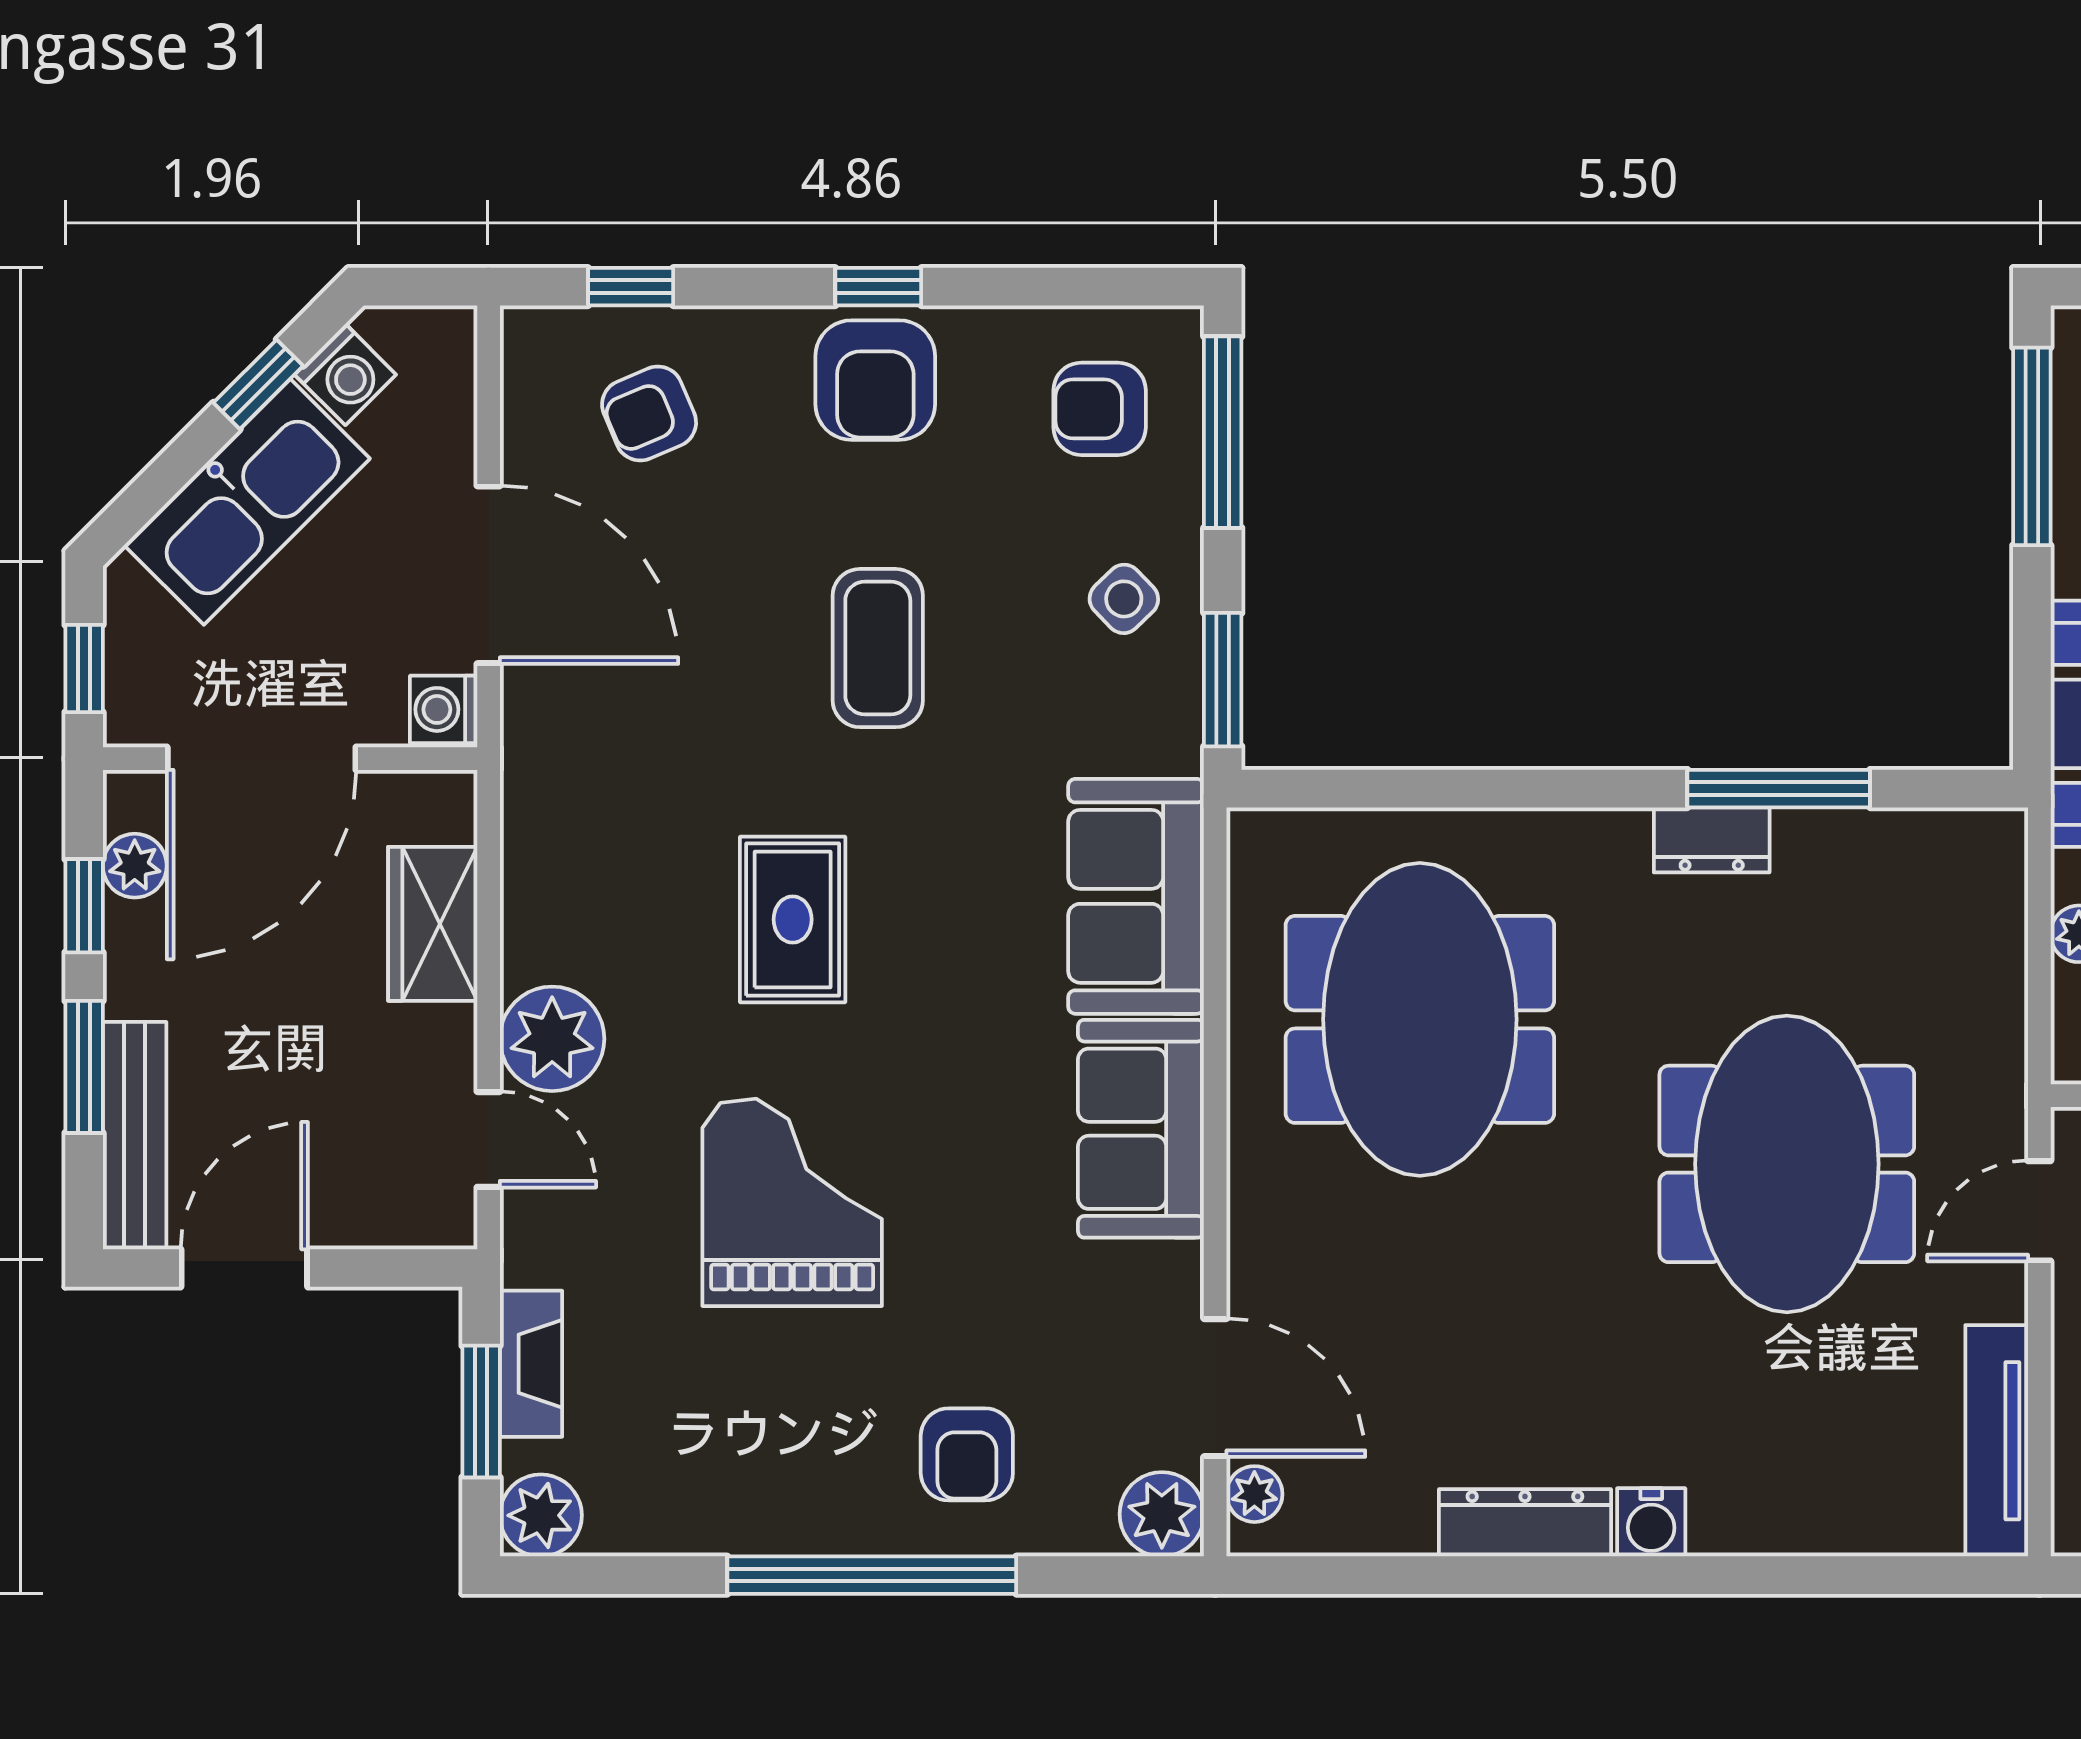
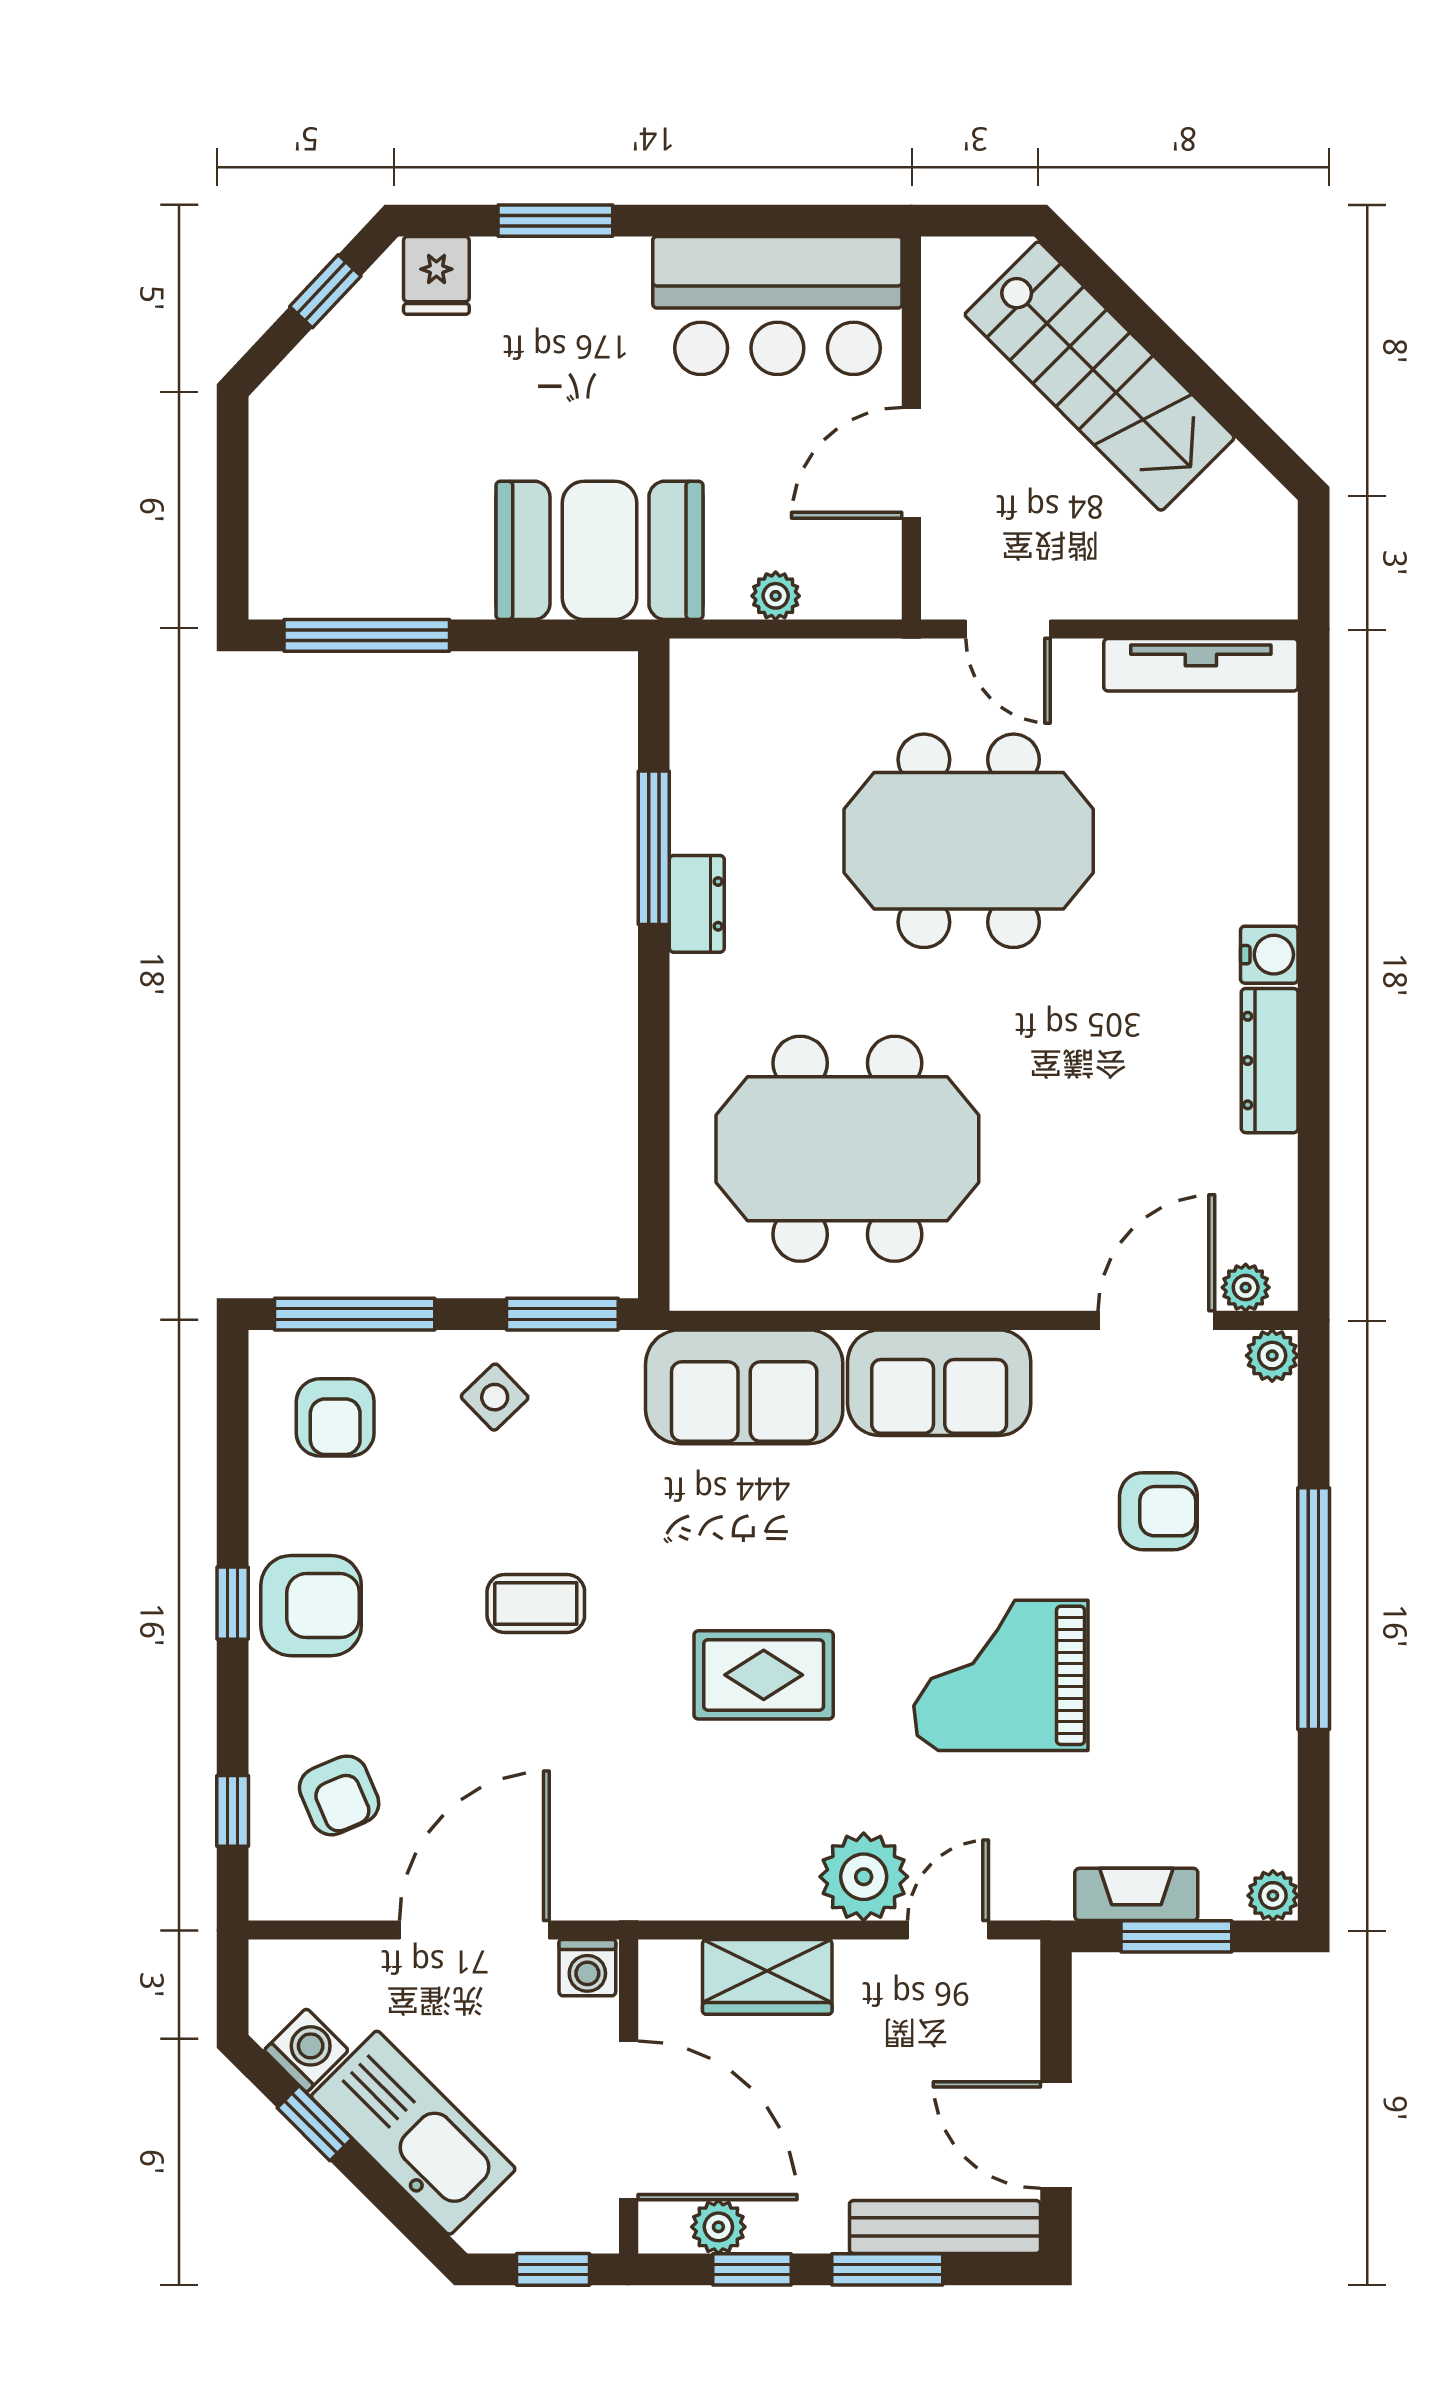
coffee table: (878, 648) -> (536, 1603), width x0.73, depth x0.77
armchair: (967, 1454) -> (1158, 1511), moved
plant: (1162, 1514) -> (1272, 1356), width x0.73, depth x0.73
plant: (541, 1515) -> (1273, 1896), width x0.73, depth x0.73

